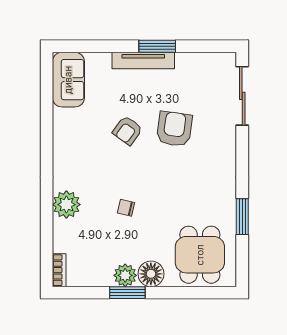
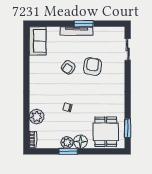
sliding door: (242, 96) -> (128, 49), width x0.73
plant: (66, 205) -> (37, 117), moved
window: (242, 217) -> (128, 128), moved

